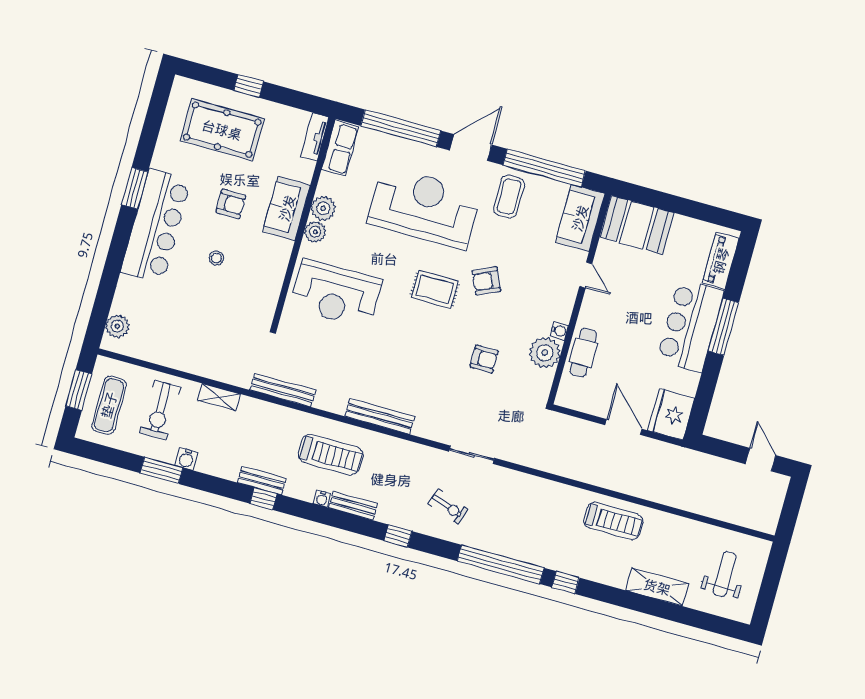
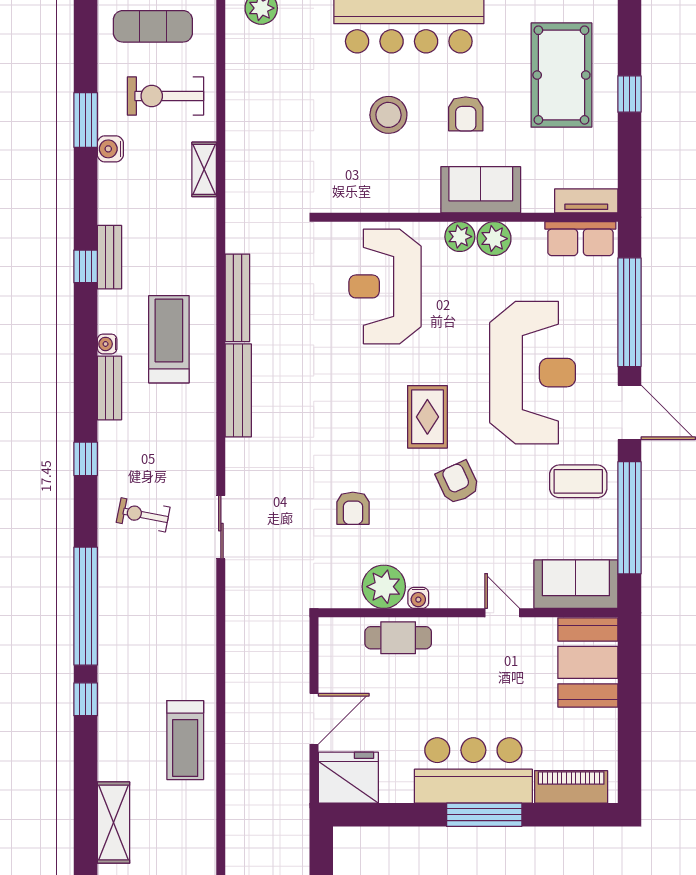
stool: (217, 258) -> (388, 115), width x1.89, depth x1.89
door: (586, 275) -> (502, 613), swing flipped
bench: (283, 390) -> (237, 298), moved
treadmill: (331, 455) -> (169, 339), turned 180
exercise bike: (448, 507) -> (143, 515), turned 82

